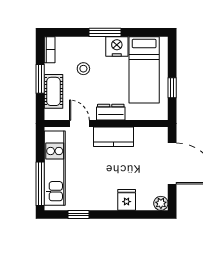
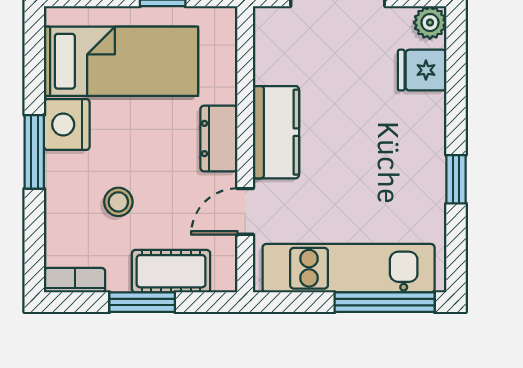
fridge: (127, 200) -> (422, 70), moved
window: (78, 215) -> (456, 179), moved

